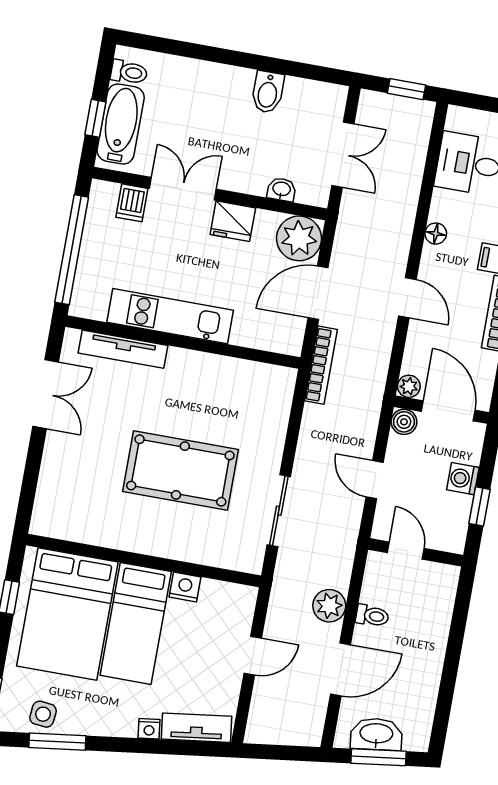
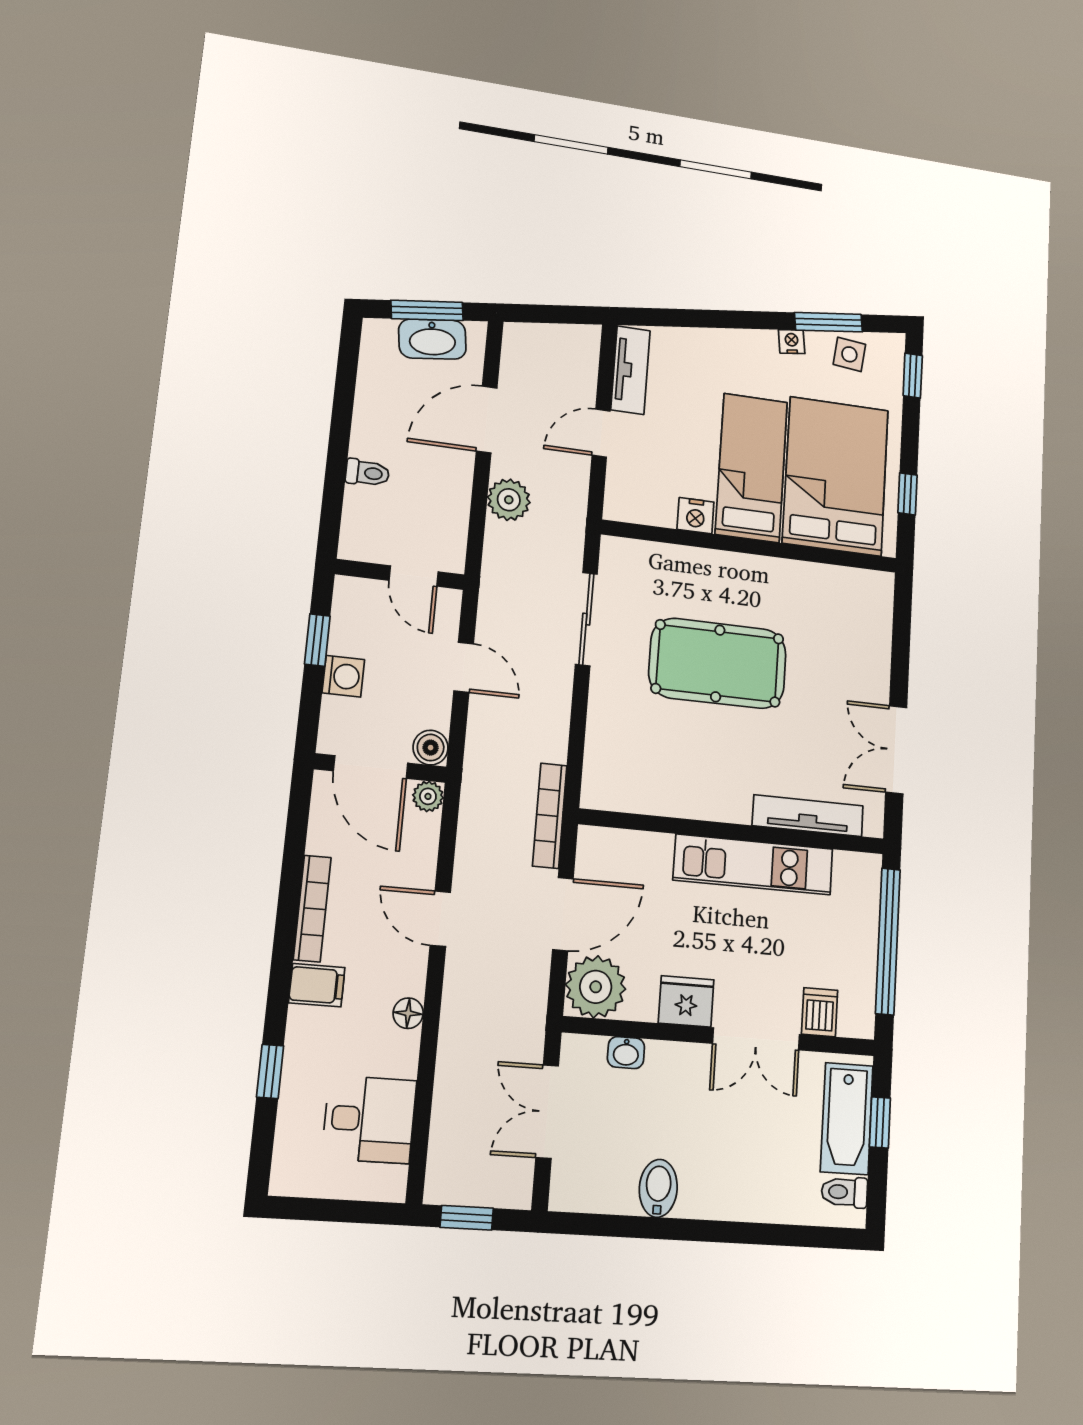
toilet: (372, 616) -> (367, 473), moved, turned 180
tv unit: (196, 728) -> (630, 370), moved, turned -83
nightstand: (149, 729) -> (792, 342), moved

